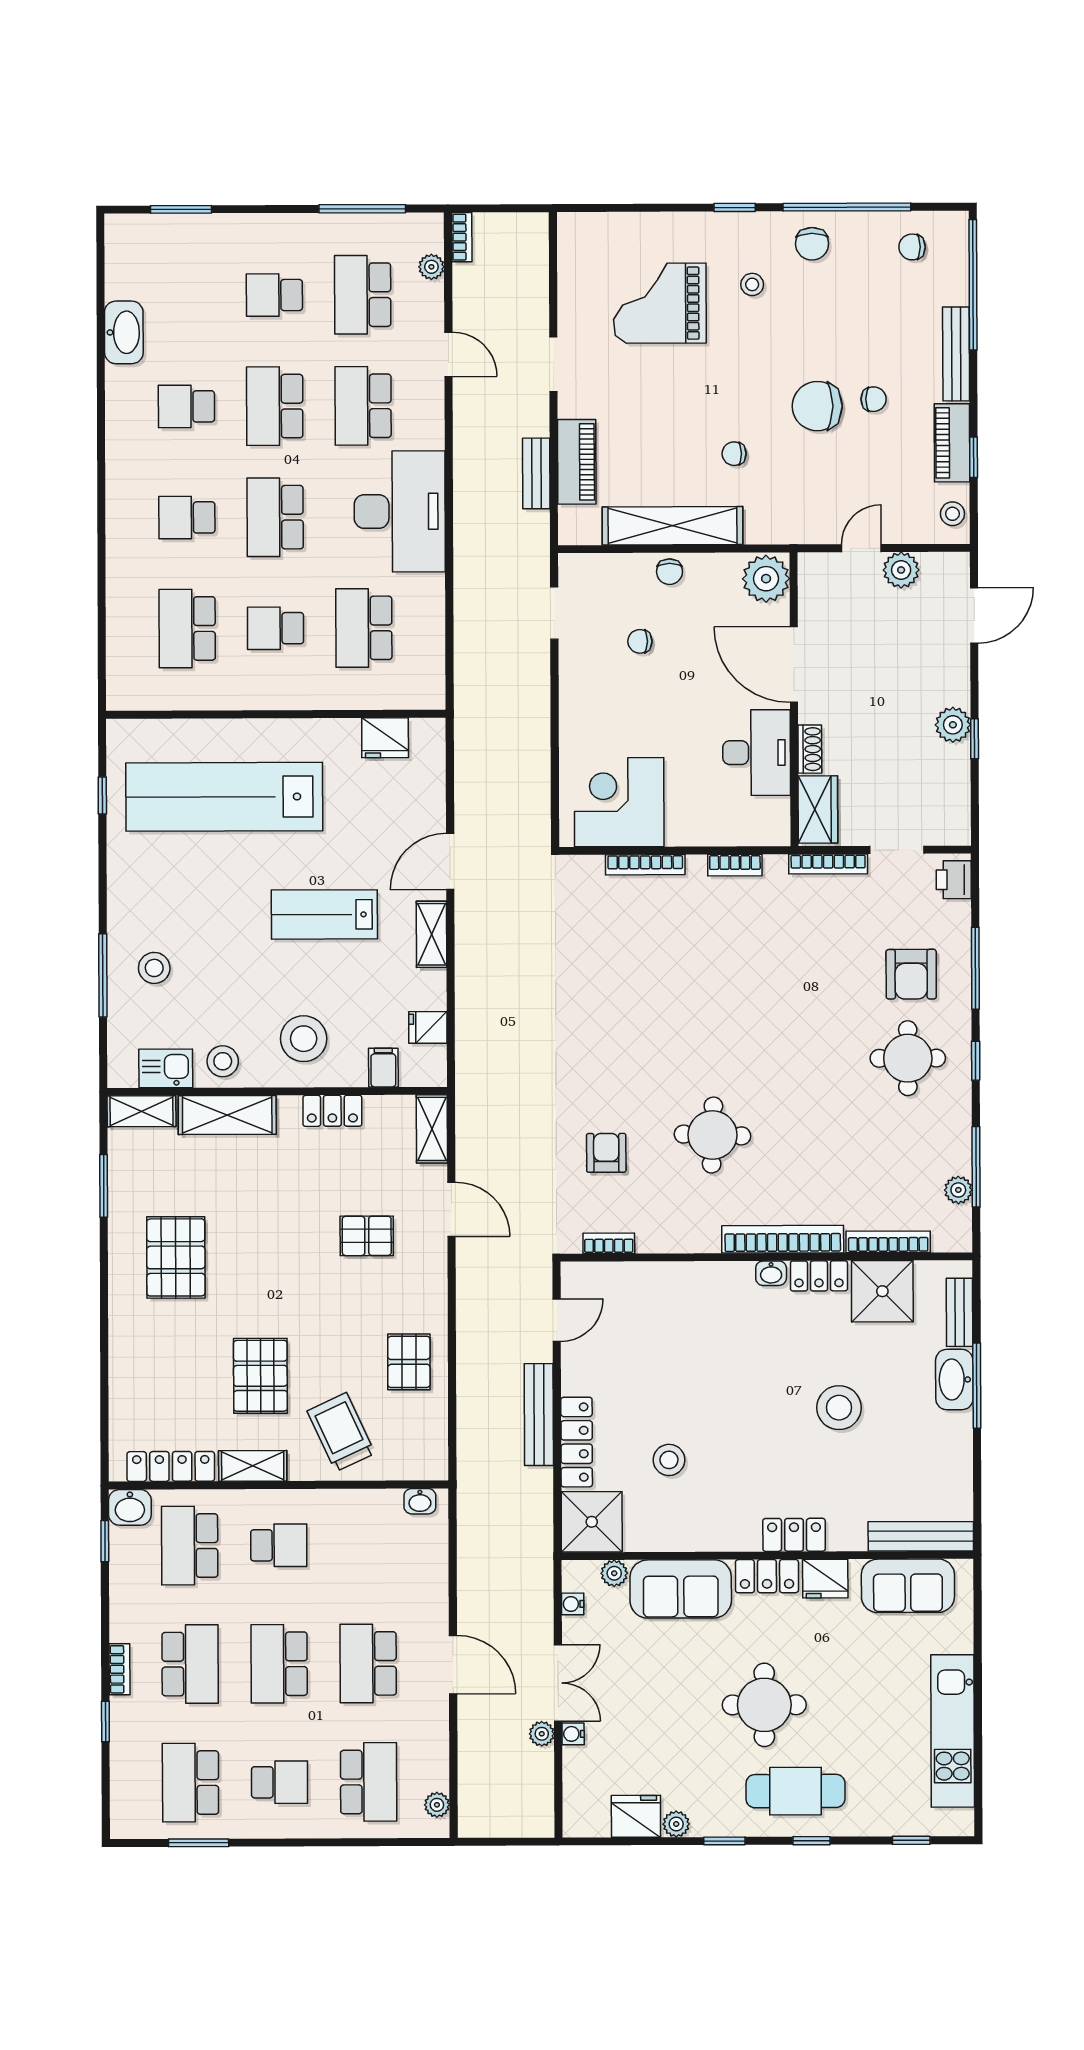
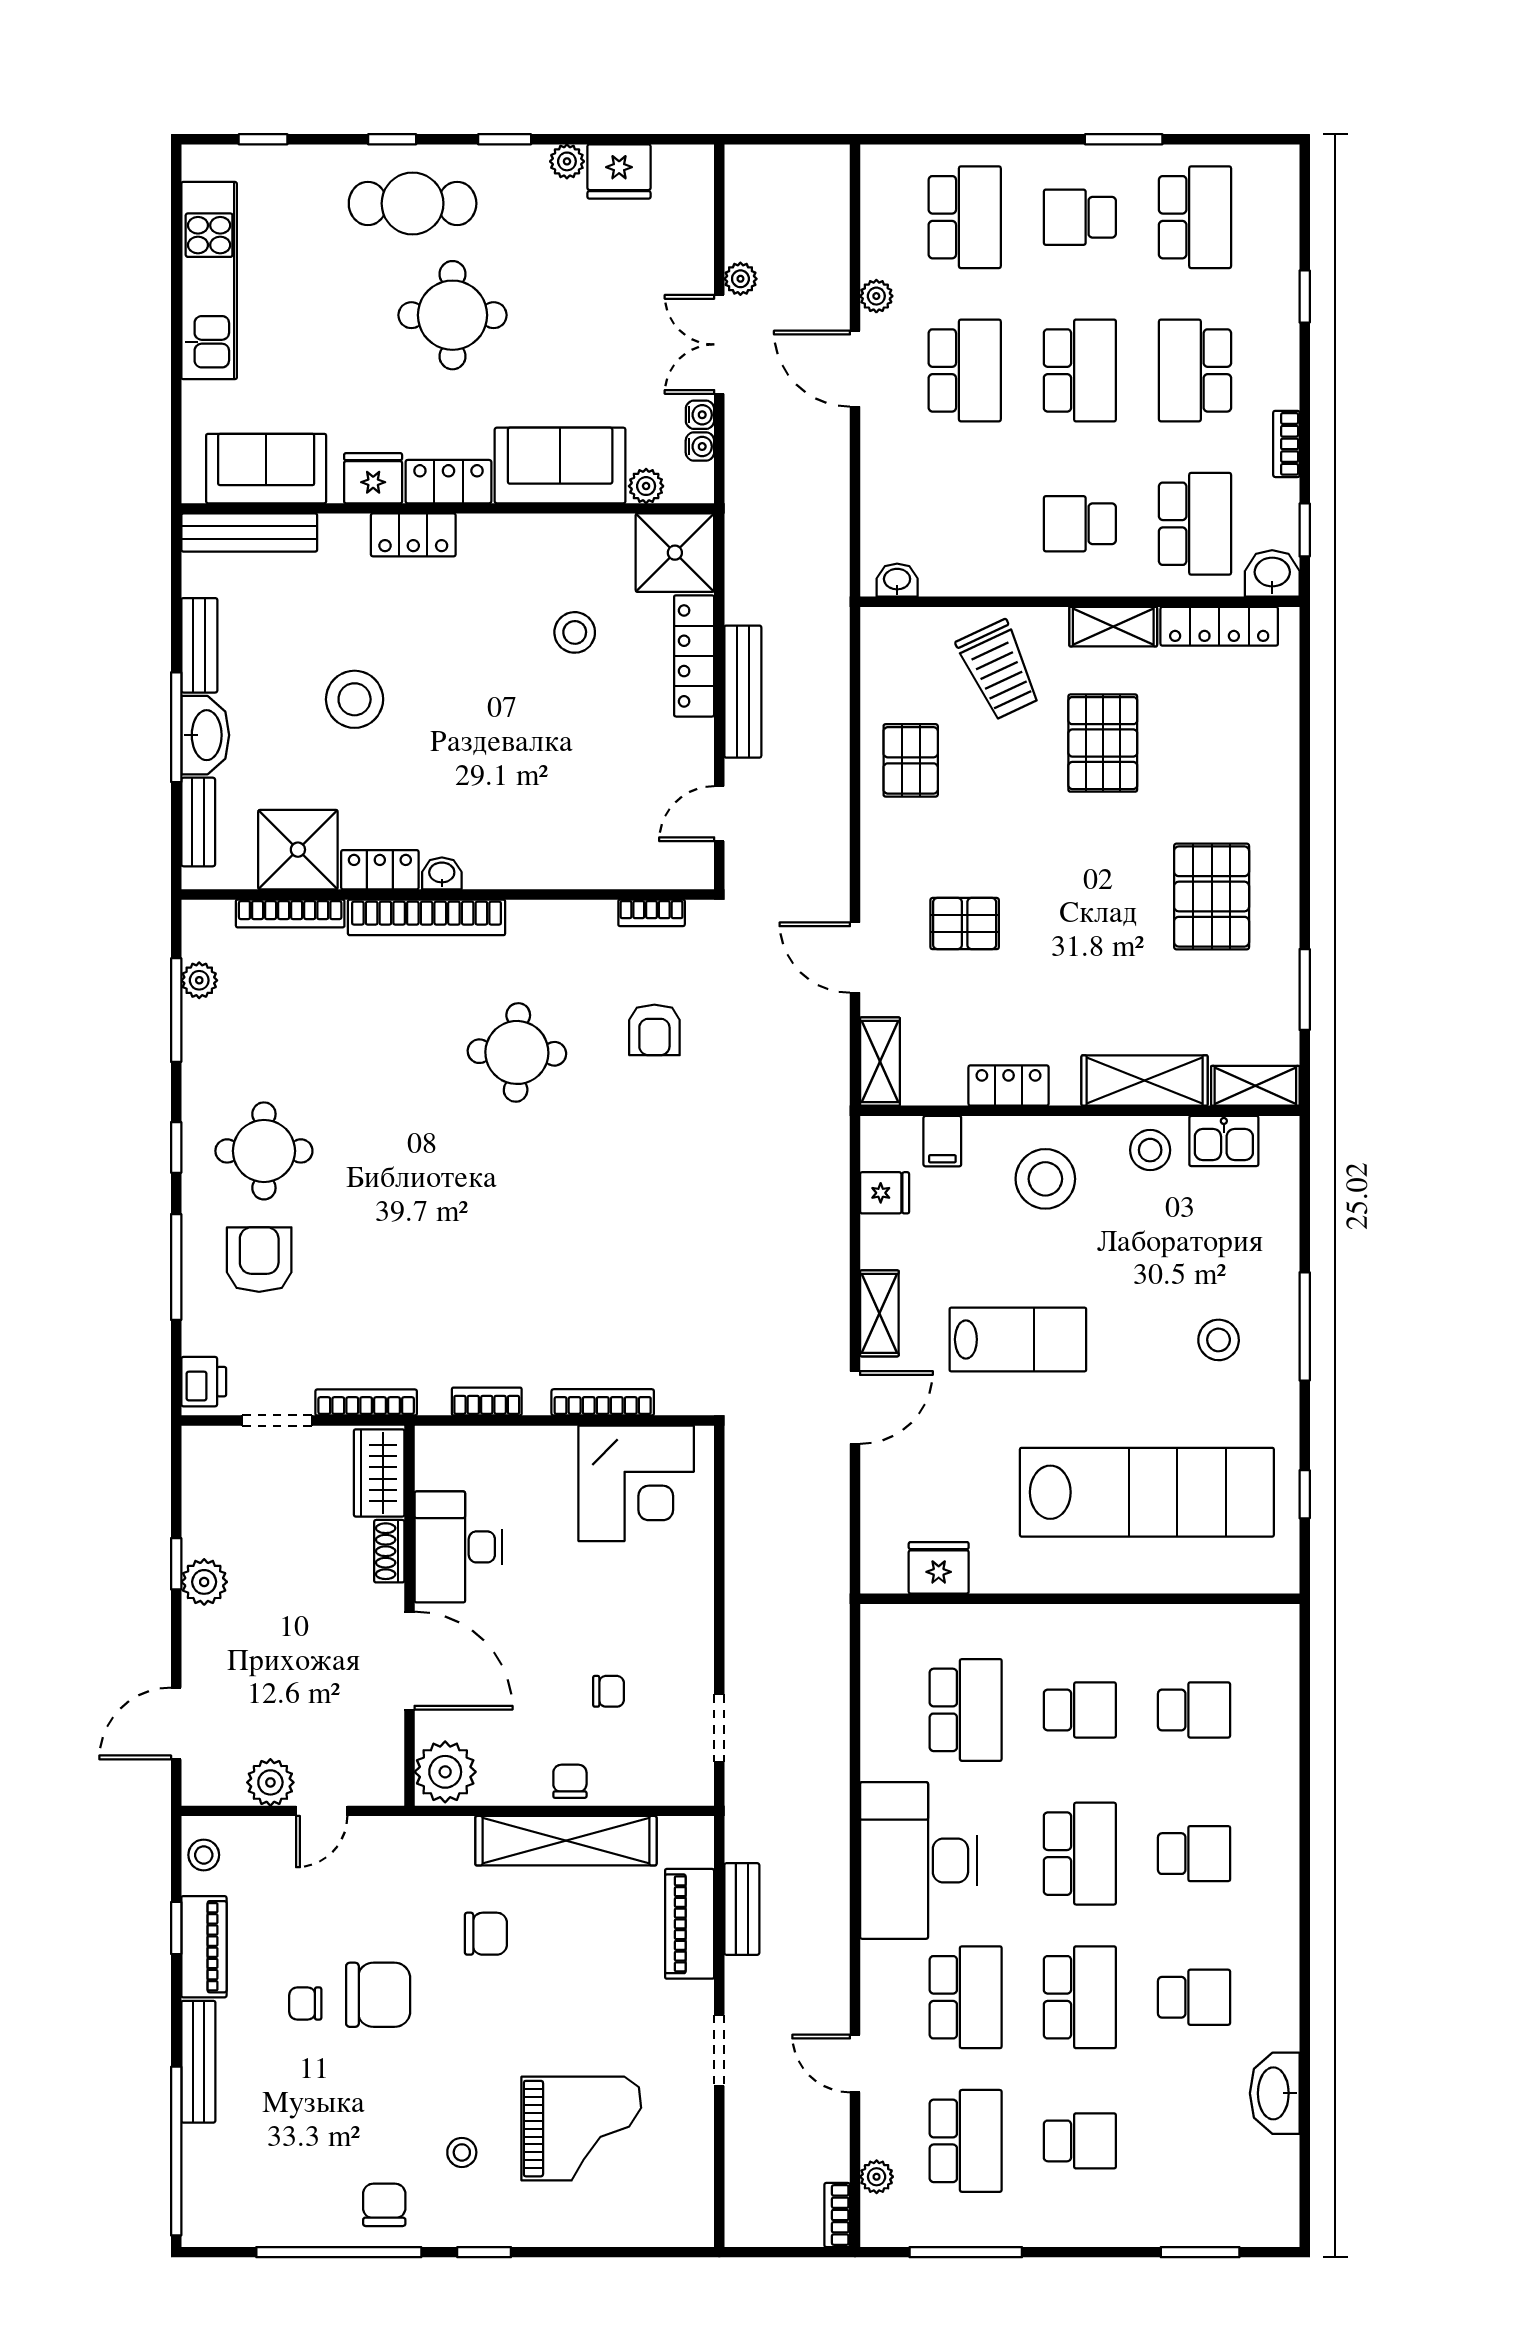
chair: (912, 247) -> (255, 2200), removed
chair: (734, 454) -> (486, 1934), width x1.37, depth x1.37
school desk: (187, 629) -> (1194, 1710), width x0.54
stool: (154, 968) -> (1219, 1340), moved
window: (103, 975) -> (1305, 1326), moved
bench: (959, 1449) -> (199, 645), added
bookcase: (119, 1669) -> (1286, 444), moved
water cooler: (573, 1734) -> (700, 415), moved
school desk: (369, 1782) -> (965, 217), turned 180
plant: (437, 1805) -> (876, 296), moved
window: (199, 1843) -> (1124, 139), moved

